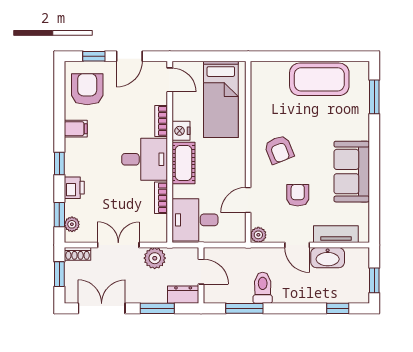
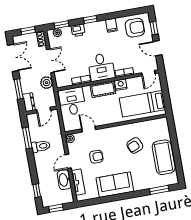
armchair: (279, 150) -> (135, 145), moved

